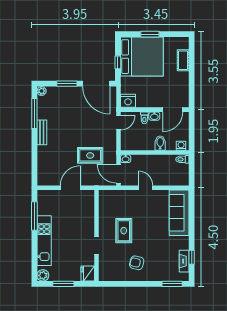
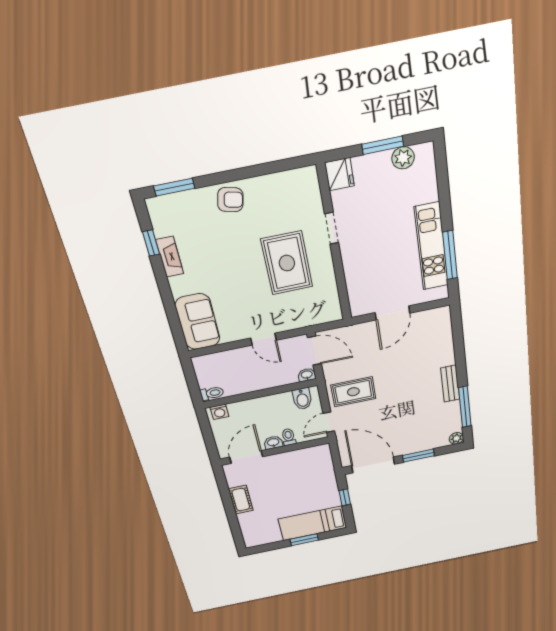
bed: (142, 57) -> (313, 523), width x0.49
cot: (183, 60) -> (241, 500), moved
nightstand: (128, 101) -> (319, 454), removed
bidet: (160, 143) -> (302, 399), moved
rug: (90, 155) -> (353, 392), moved
sofa: (179, 213) -> (198, 322), width x0.73
rug: (124, 231) -> (287, 263), width x1.36, depth x1.43
kitchen unit: (44, 241) -> (431, 247), moved
fireplace: (184, 261) -> (170, 257), moved
armchair: (137, 263) -> (230, 200), moved
plant: (43, 275) -> (403, 158), moved

